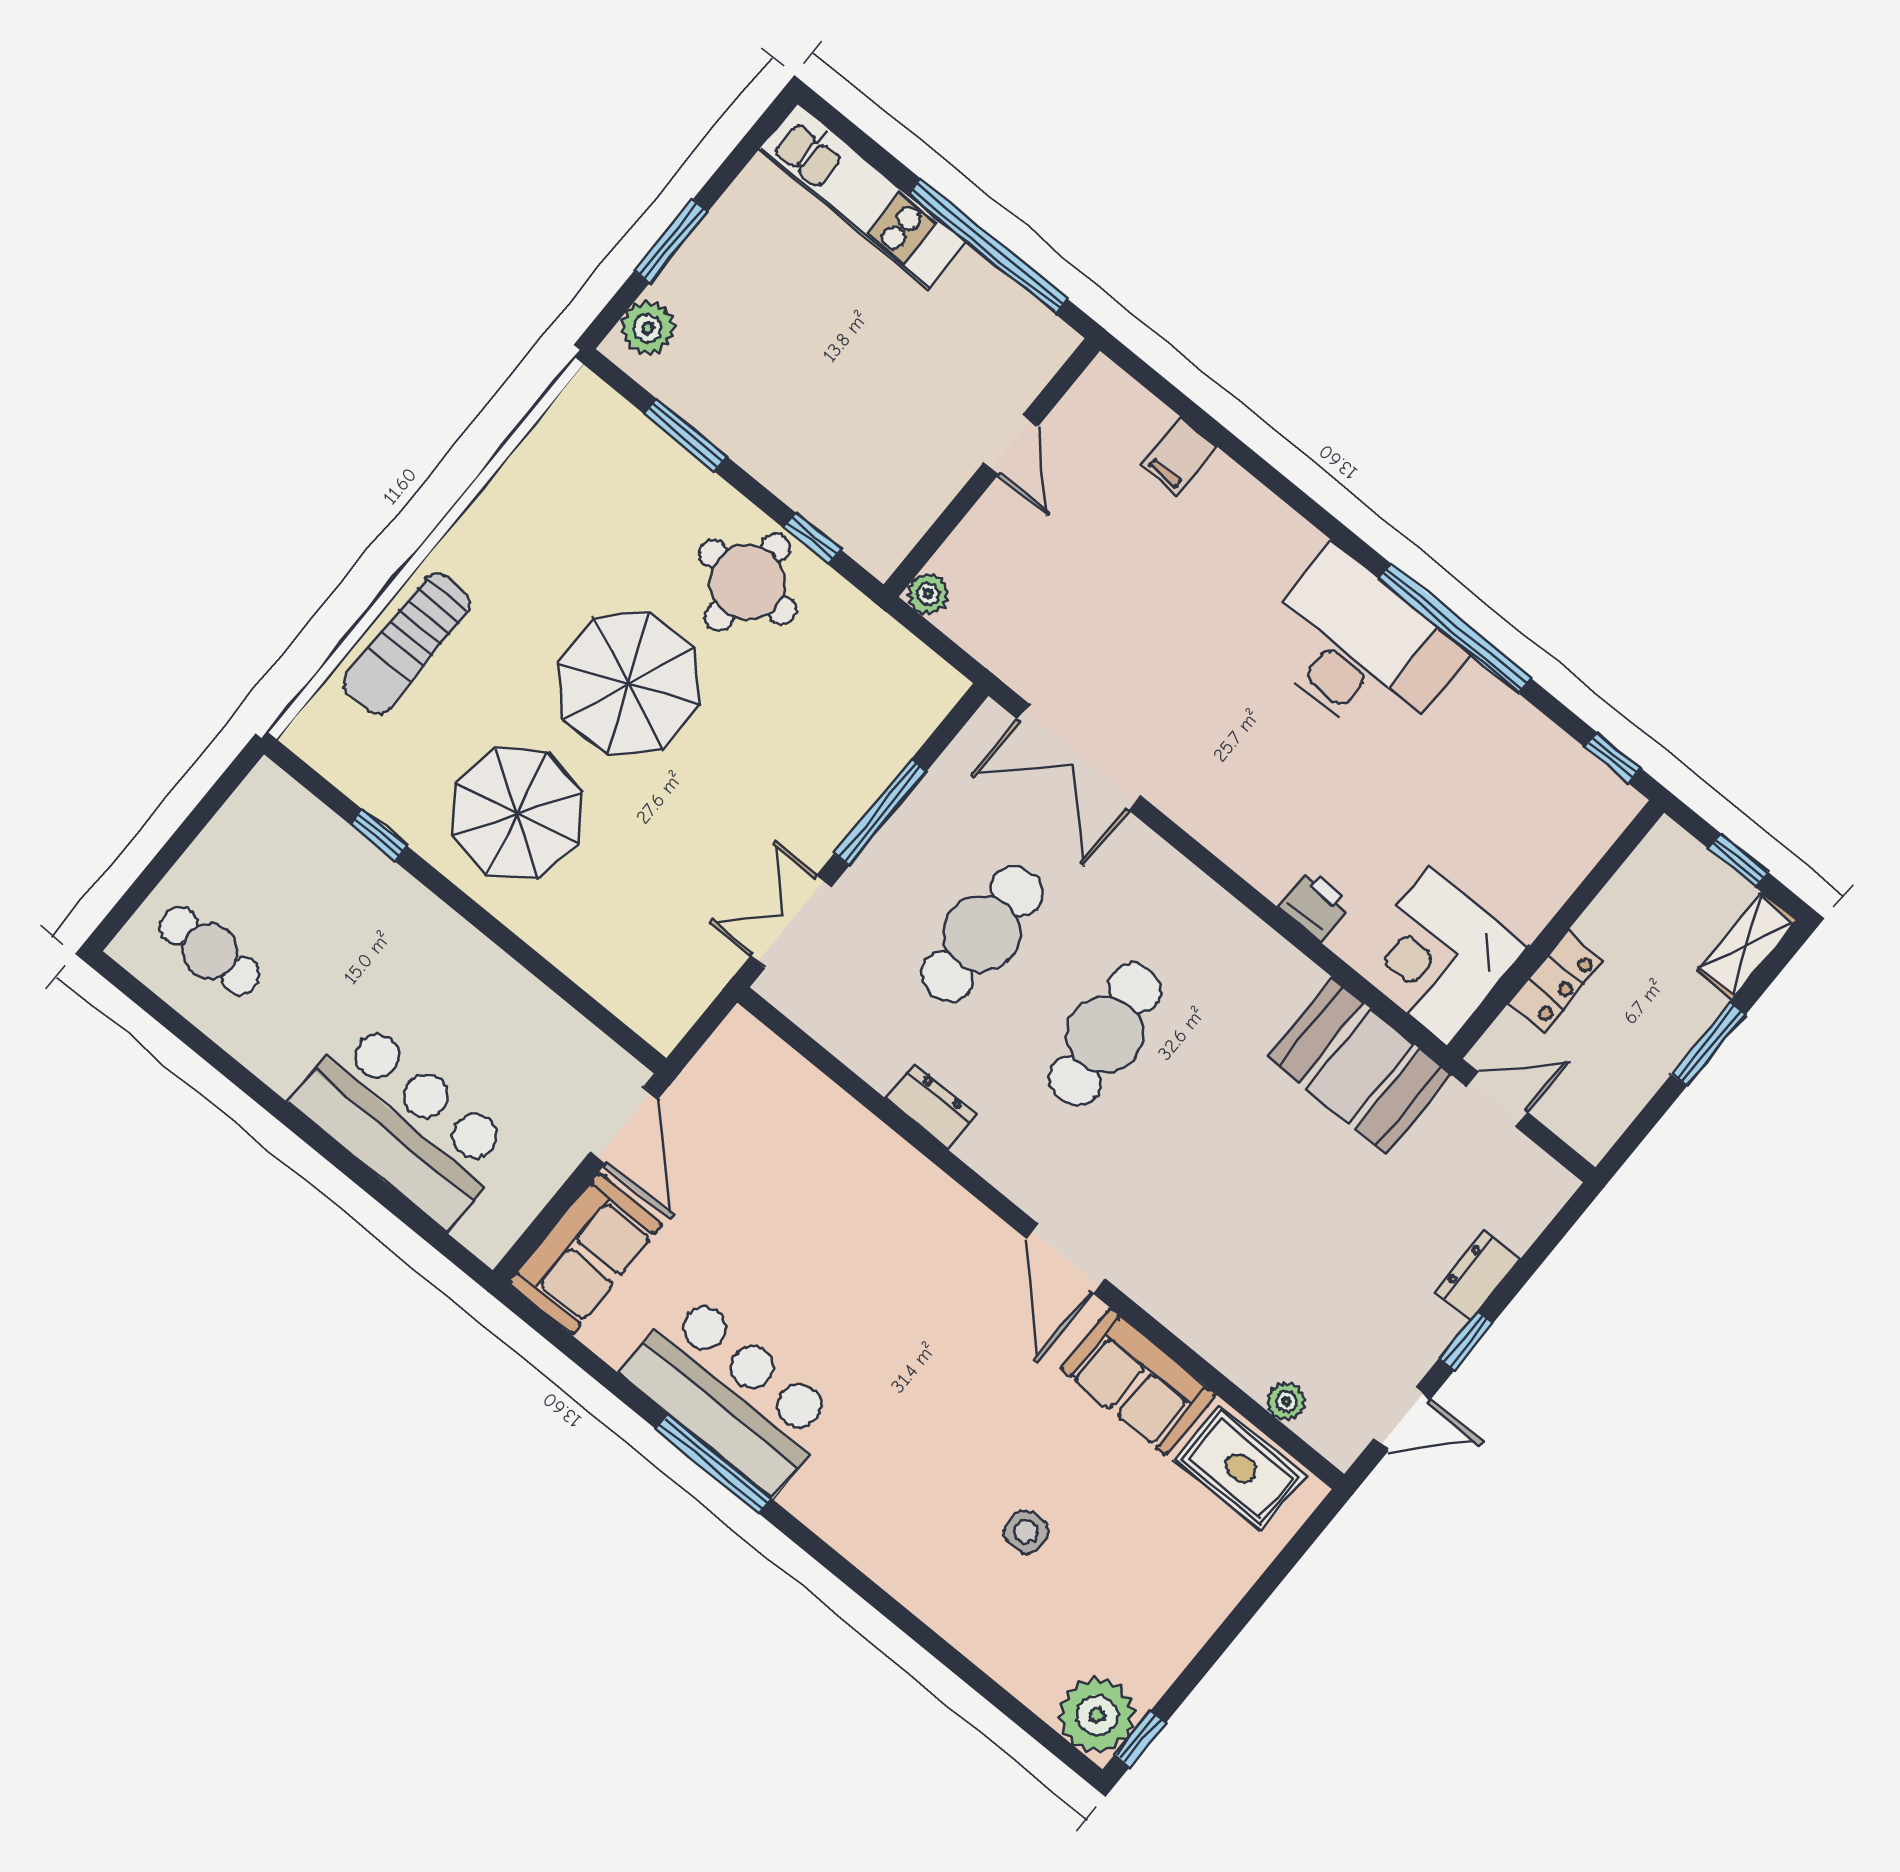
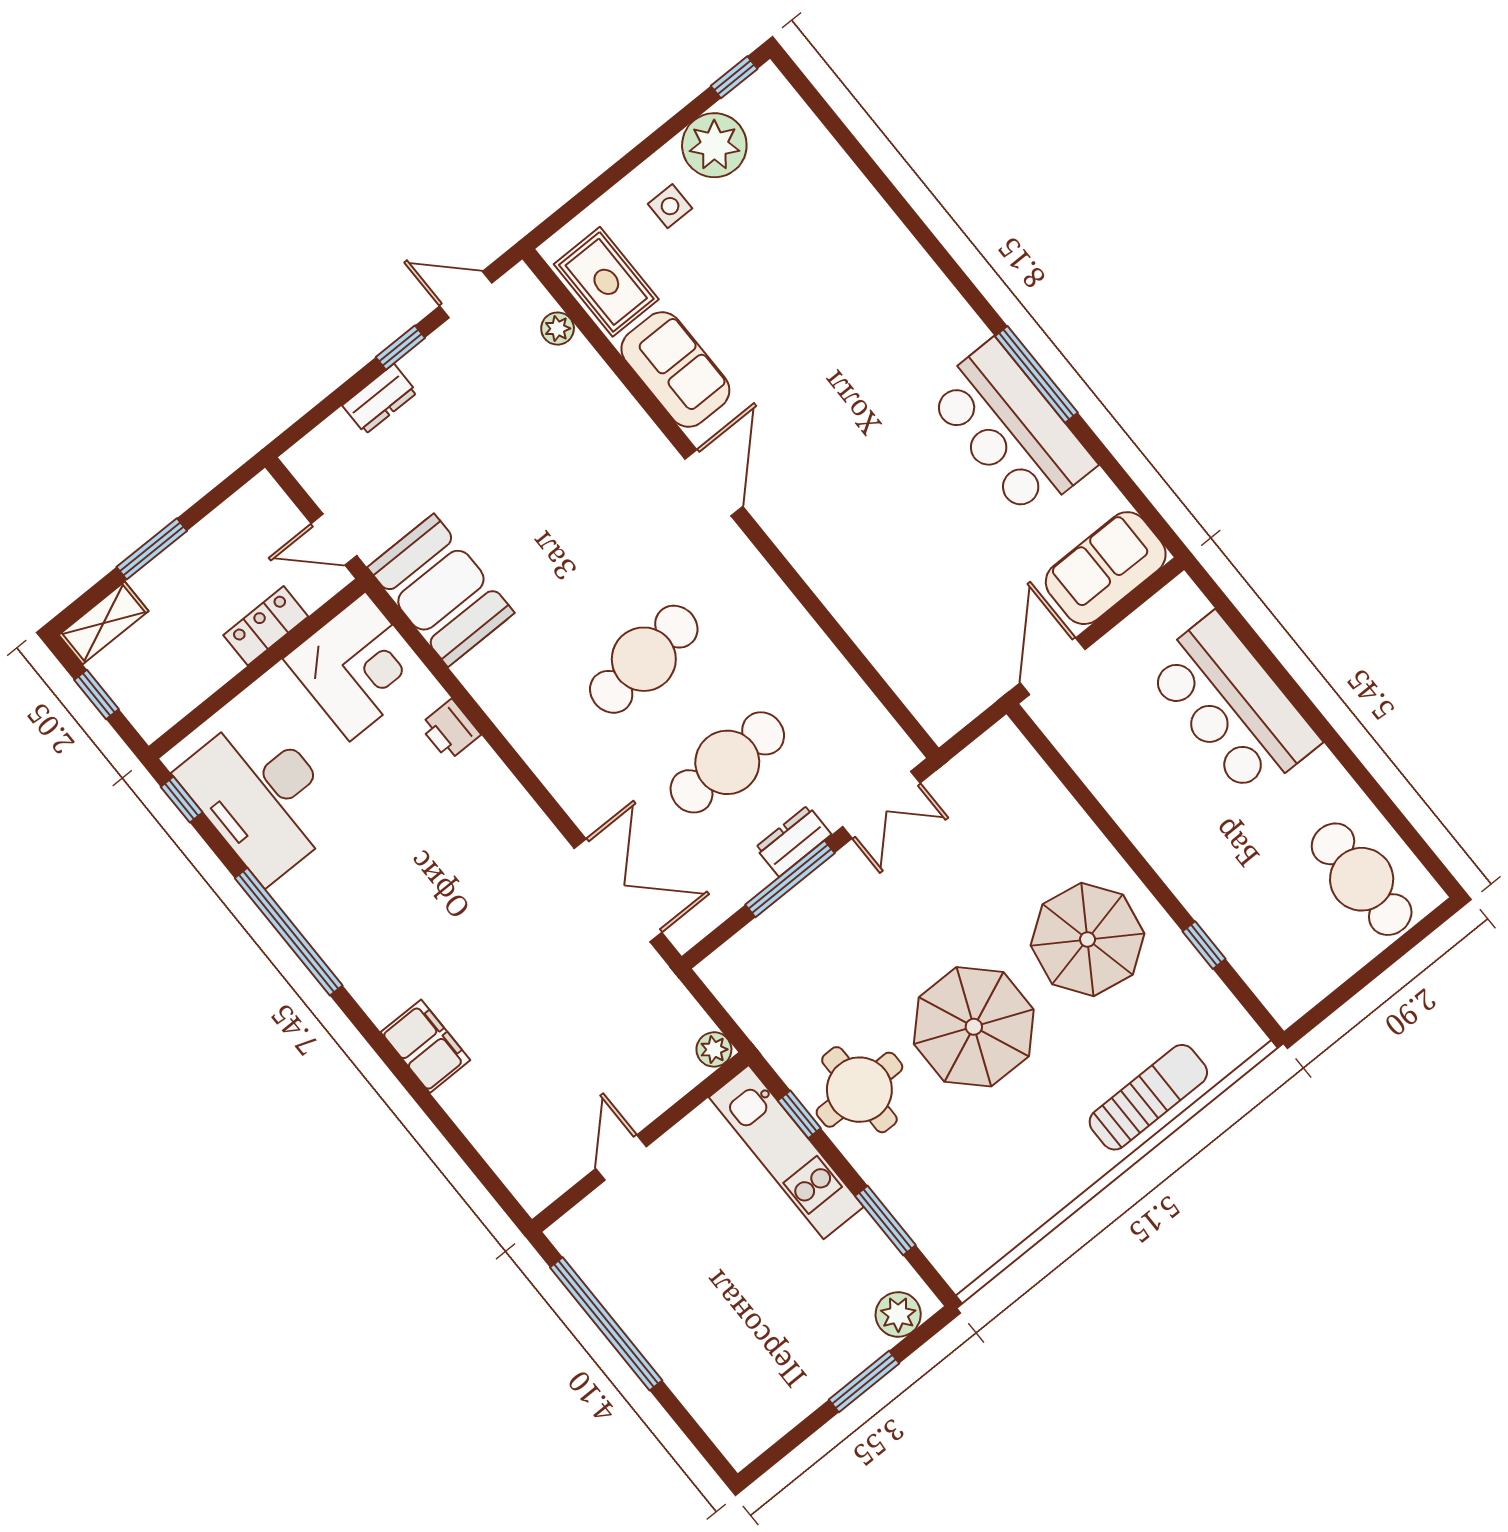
kitchen unit: (862, 196) -> (786, 1152), moved, turned 180
filing cabinet: (1179, 456) -> (425, 1046), moved, width x2.00
desk: (1359, 649) -> (261, 796), moved
cafe table: (210, 951) -> (1362, 879), width x1.37, depth x1.35
dresser: (931, 1106) -> (793, 841), moved, turned 90
side table: (1026, 1532) -> (670, 206), moved
plant: (1097, 1715) -> (714, 145), moved

